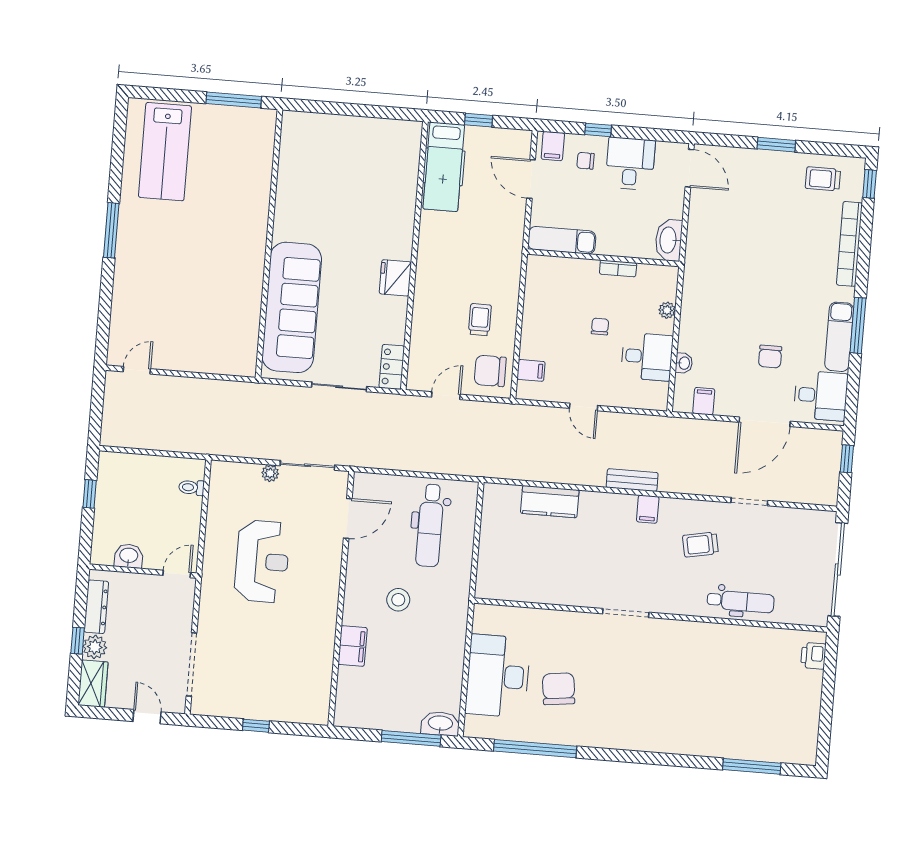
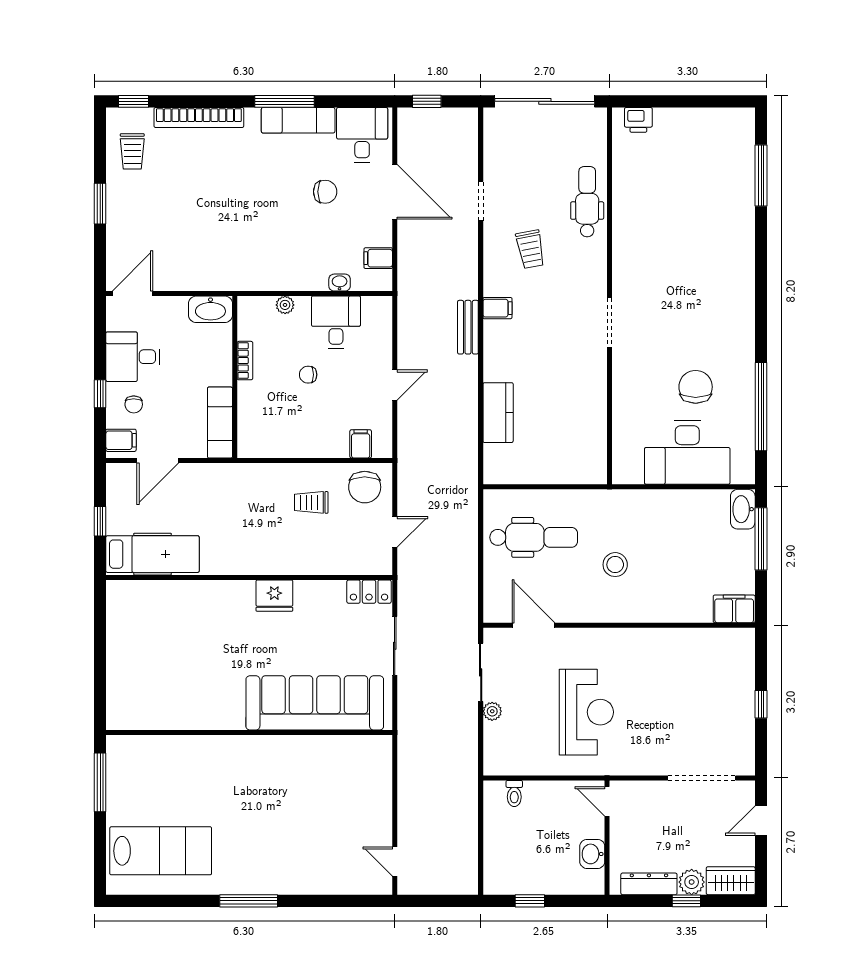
door: (446, 396) -> (395, 532), swing flipped
reception desk: (262, 561) -> (586, 712), turned 90
filing cabinet: (353, 646) -> (734, 609), moved
chair: (559, 689) -> (696, 387), turned 97

